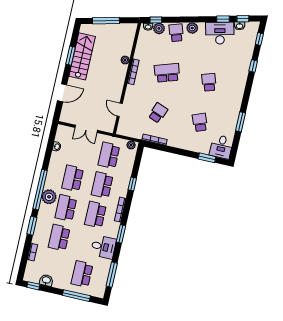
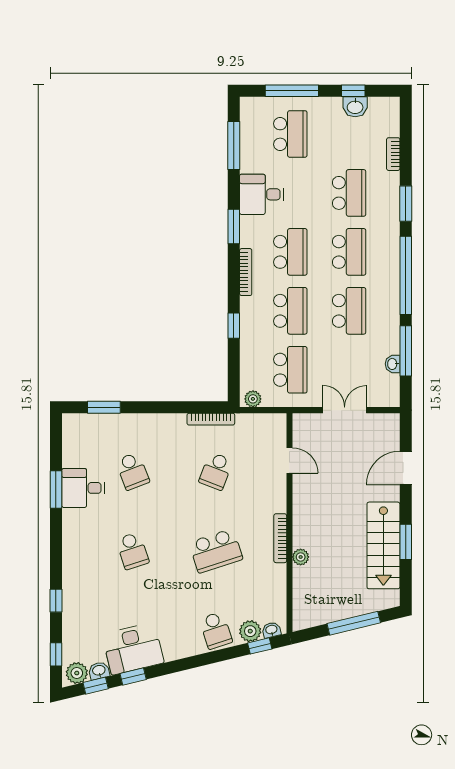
plant: (192, 28) -> (77, 673), moved
desk: (221, 147) -> (83, 488), moved, turned -90
window: (49, 152) -> (406, 351), added
plant: (49, 197) -> (386, 266), removed
window: (33, 286) -> (353, 91), moved

